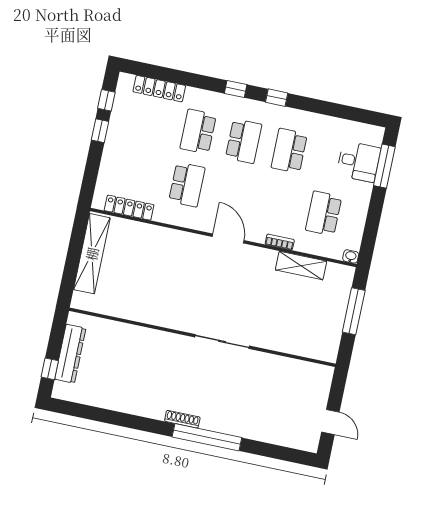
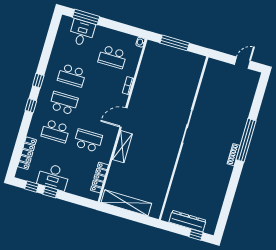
desk: (125, 134) -> (53, 177), added
shelving: (301, 266) -> (122, 147), moved

